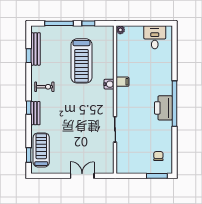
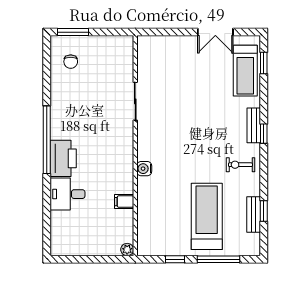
desk: (155, 37) -> (67, 194), moved, turned 90
bench: (36, 49) -> (254, 215), width x0.73
treadmill: (81, 61) -> (207, 216), moved
filing cabinet: (122, 82) -> (124, 202), moved
printer: (163, 108) -> (63, 158), moved
double door: (82, 176) -> (215, 32), moved

